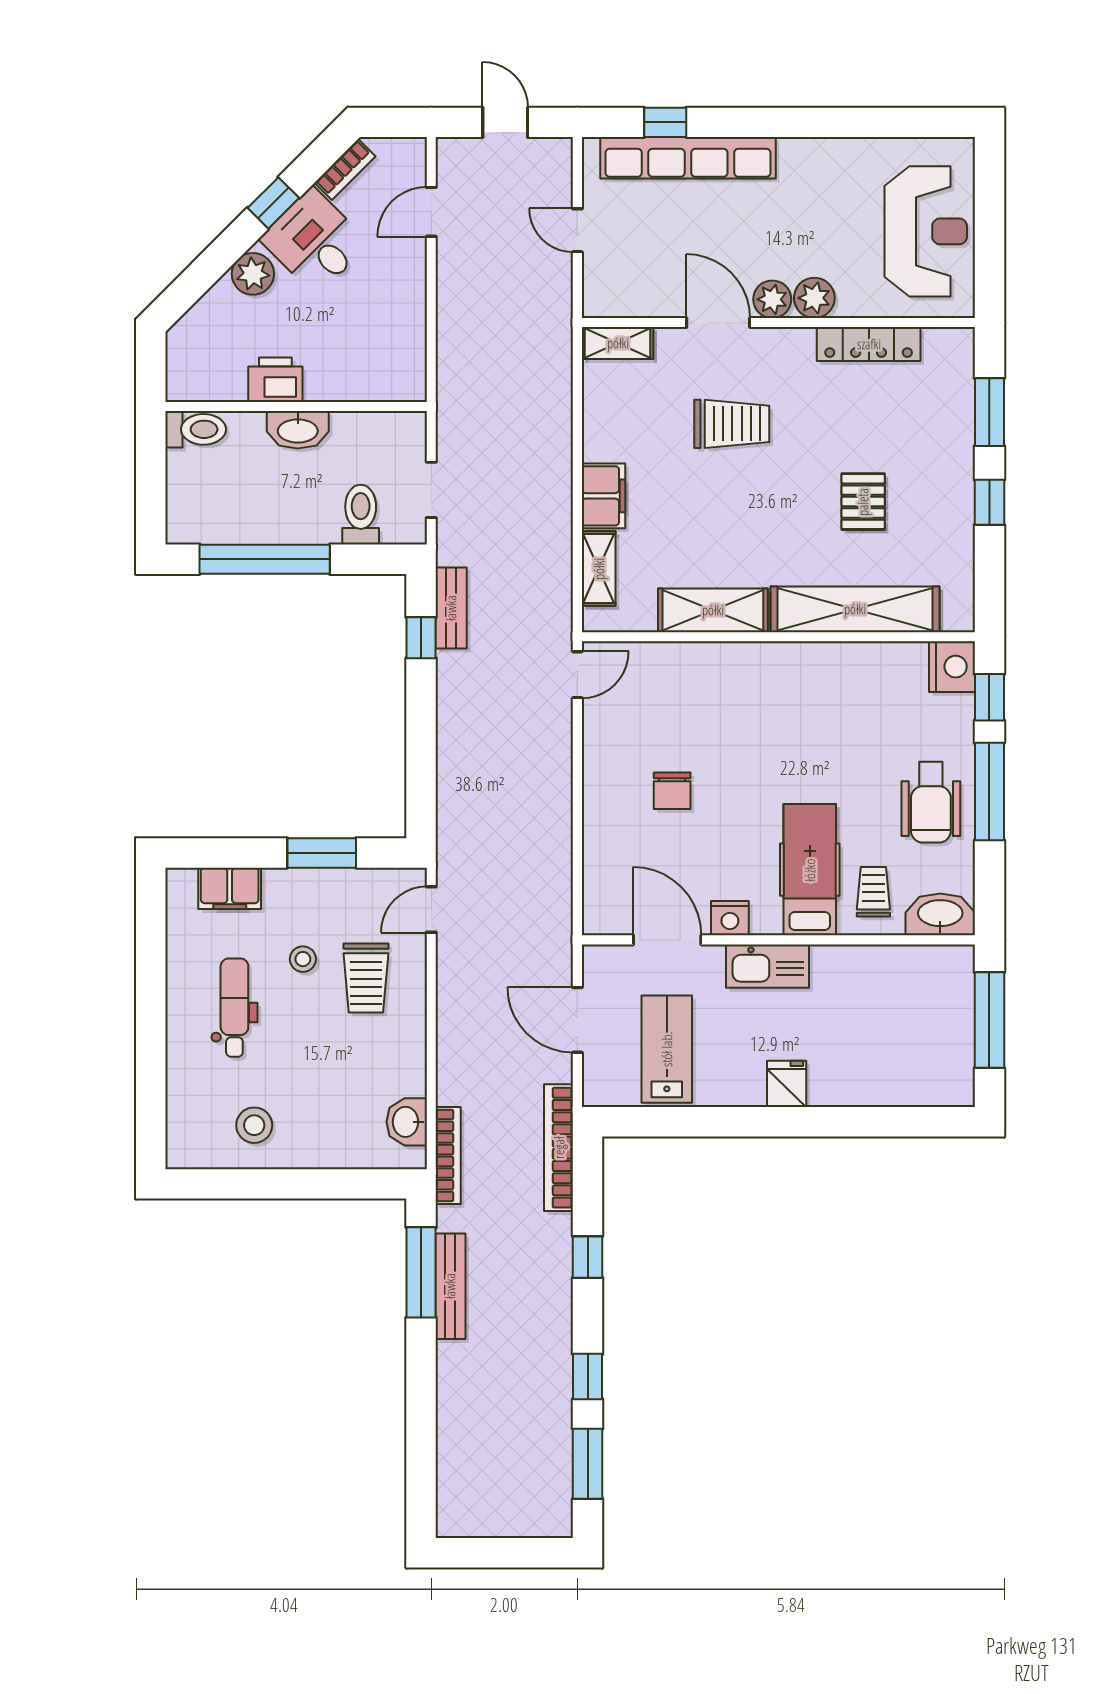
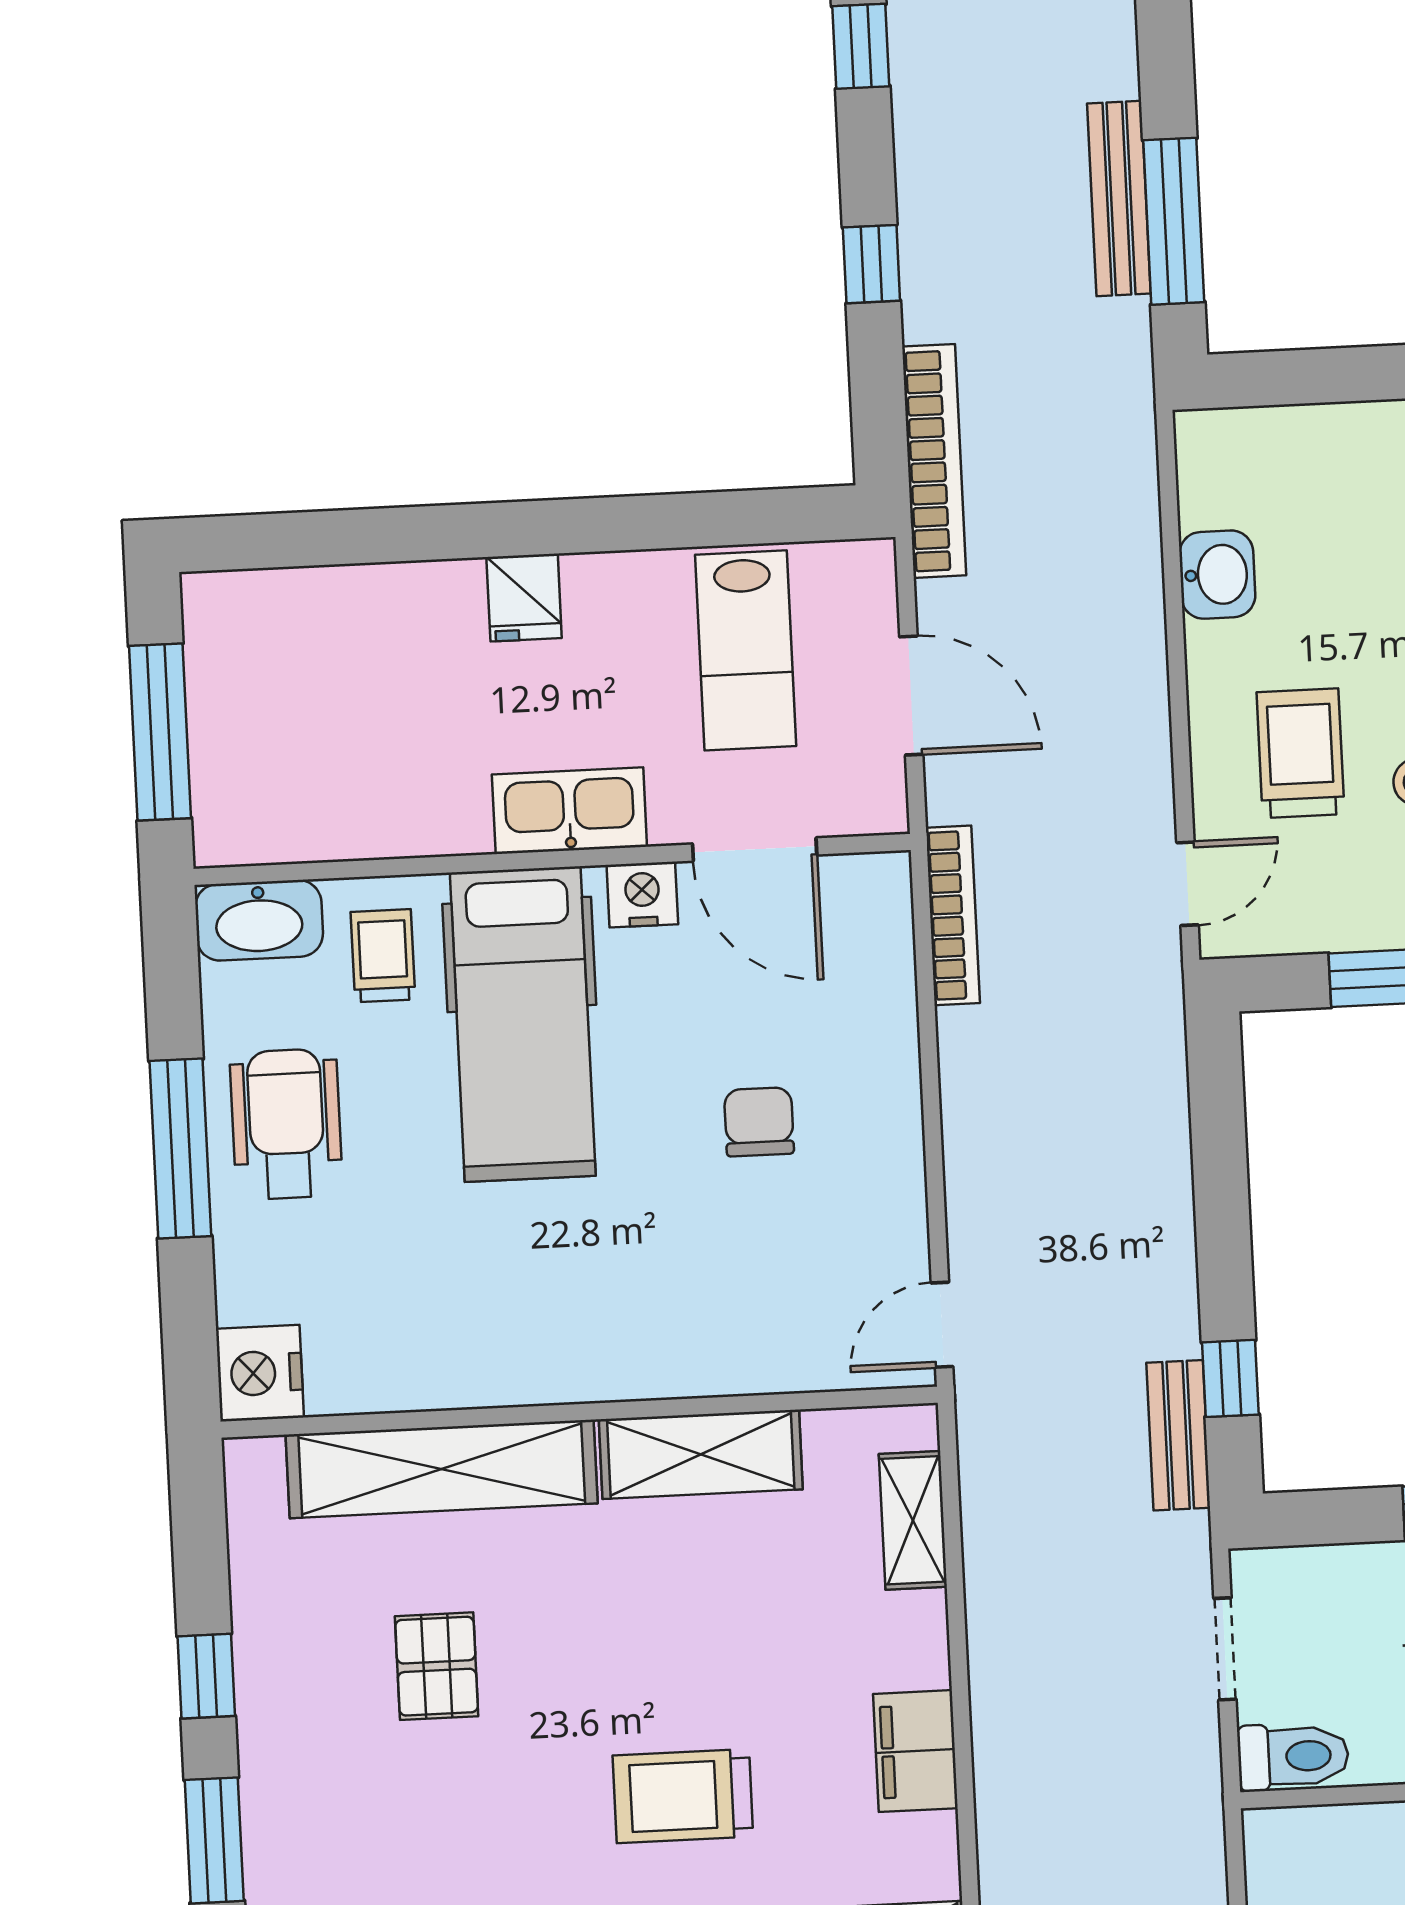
filing cabinet: (603, 496) -> (915, 1751), moved
toilet: (361, 515) -> (1293, 1756), moved, turned -90
window: (989, 697) -> (189, 1321), removed
hospital bed: (810, 870) -> (523, 1024), width x1.37, depth x1.29
trolley: (873, 892) -> (383, 956), turned 180
washbasin: (407, 1122) -> (1217, 575), moved
bookcase: (448, 1156) -> (953, 915), moved, turned 180

